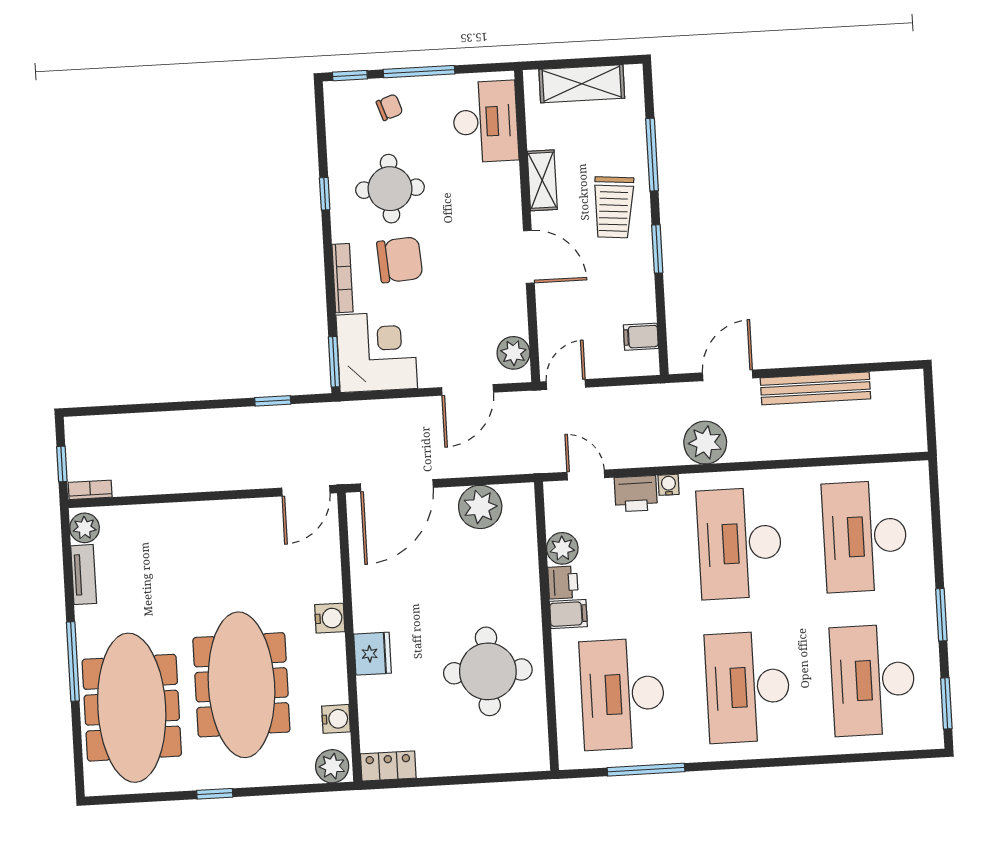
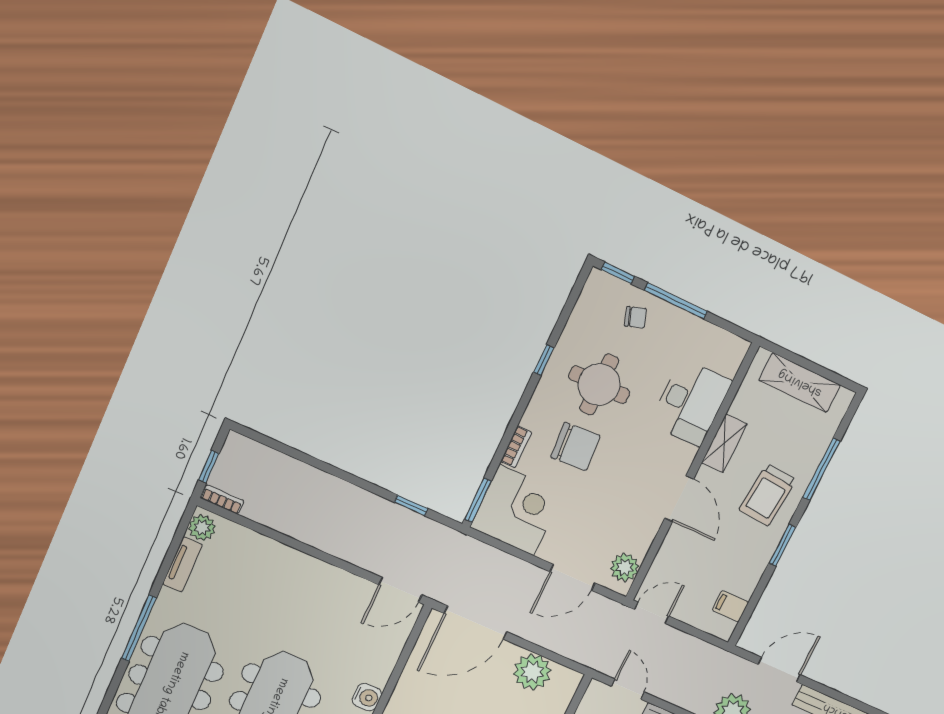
desk: (485, 122) -> (691, 402), moved
bookcase: (342, 278) -> (516, 447), width x0.64

